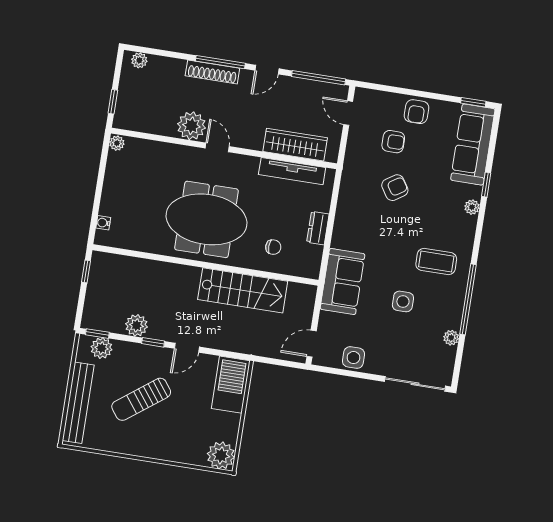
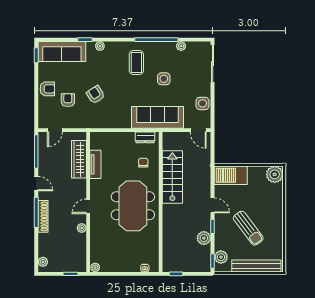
plant: (191, 126) -> (82, 228), width x0.53, depth x0.53
tv unit: (292, 171) -> (95, 164), width x0.71
dresser: (318, 228) -> (145, 137), moved
sofa: (342, 282) -> (157, 117), width x1.36

